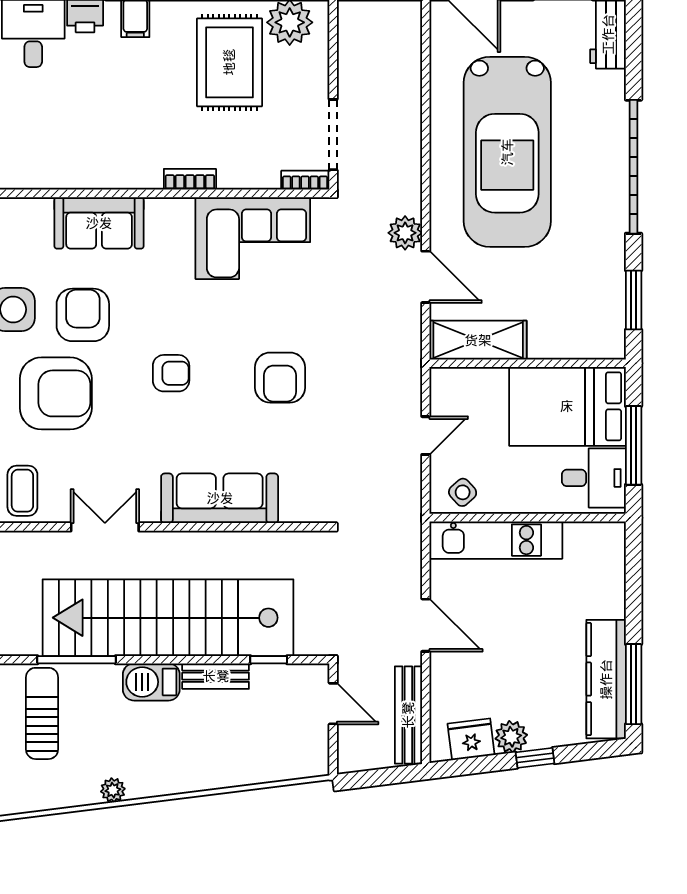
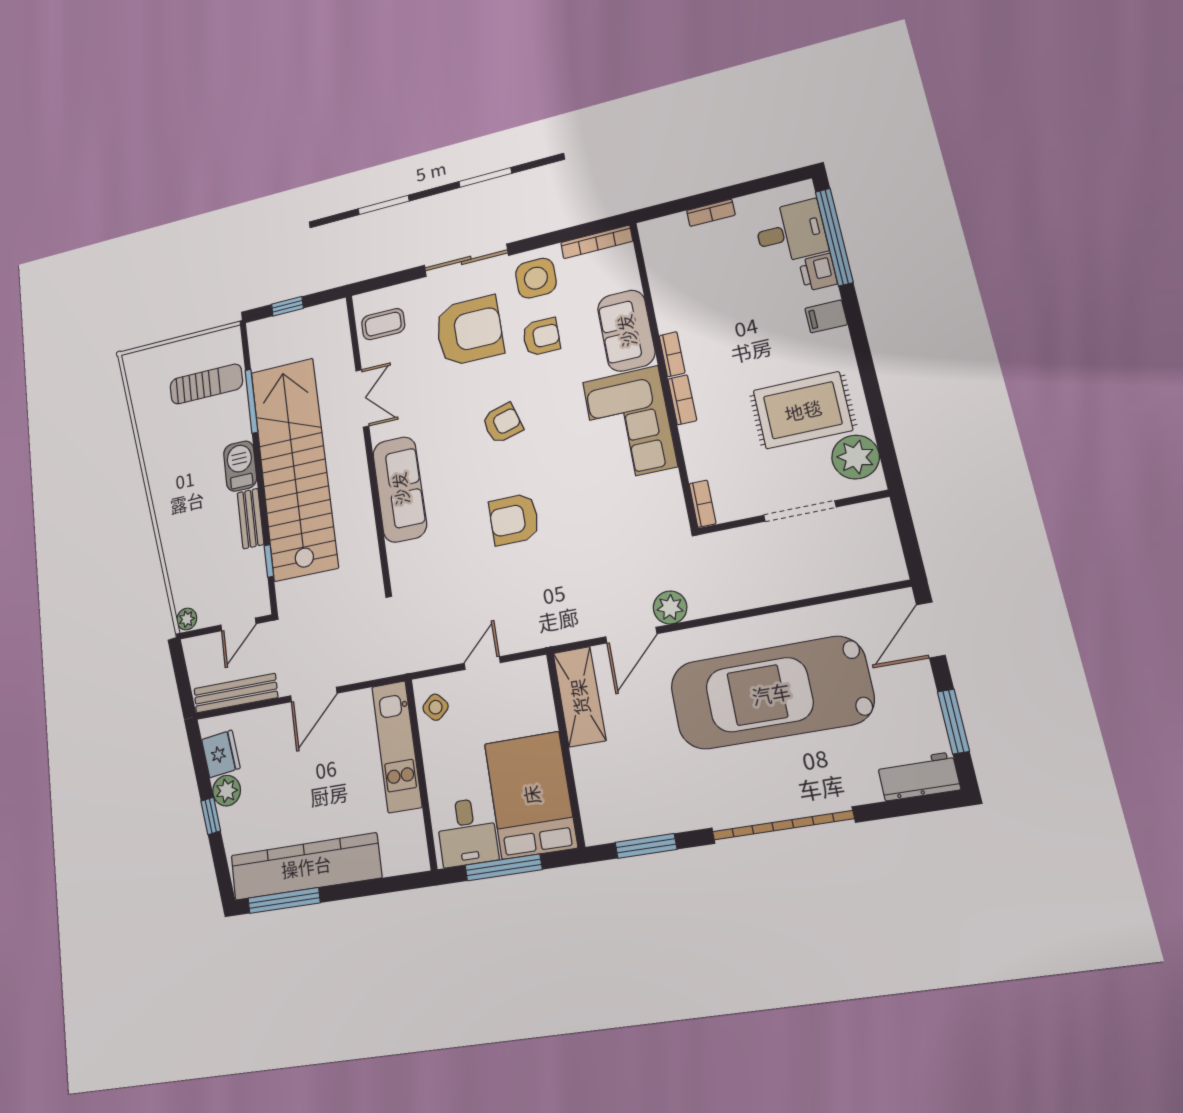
doorway: (333, 135) -> (800, 511), moved
bookcase: (137, 180) -> (672, 354), added
corner sofa: (253, 238) -> (630, 424), moved
armchair: (83, 315) -> (541, 337), width x0.72, depth x0.72
armchair: (171, 373) -> (502, 423), turned -106
armchair: (56, 393) -> (469, 331), turned -90
door: (426, 436) -> (482, 663), swing flipped
kitchen counter: (606, 679) -> (306, 866), width x1.39, depth x1.17
plant: (113, 790) -> (187, 619), moved

